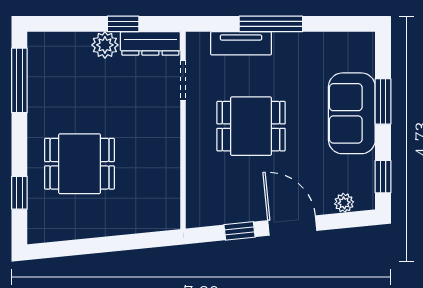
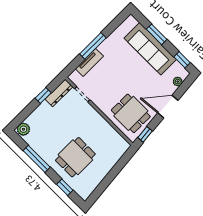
plant: (105, 45) -> (23, 129), moved
window: (19, 80) -> (37, 159), moved
sofa: (352, 113) -> (150, 49), width x1.36
dining table: (251, 126) -> (131, 113), moved, turned 90
window: (240, 231) -> (145, 134), moved

